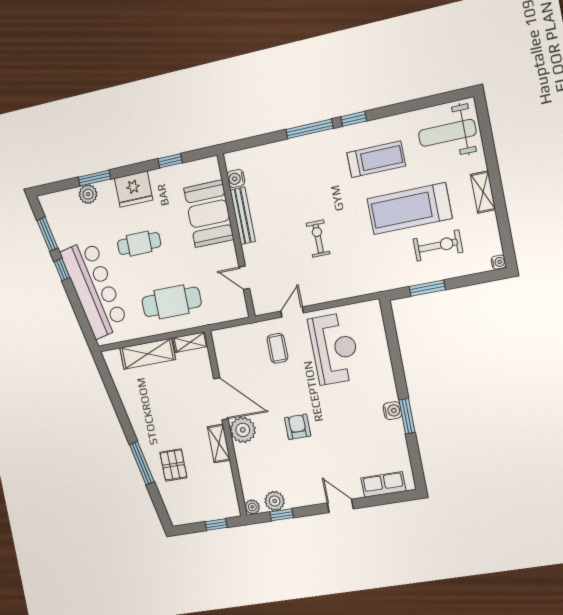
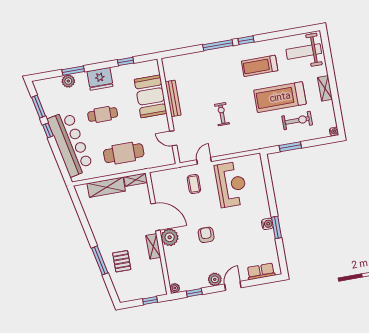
treadmill: (376, 159) -> (260, 66), turned 180
water cooler: (236, 179) -> (169, 74), removed
plant: (275, 501) -> (215, 279), moved
door: (340, 506) -> (233, 286), hinge flipped

